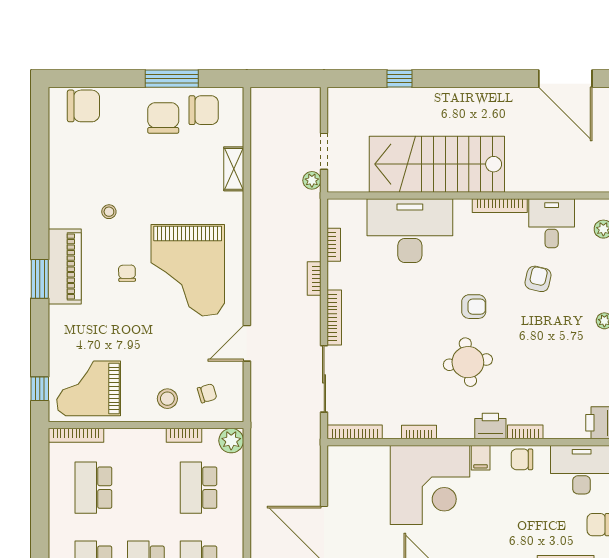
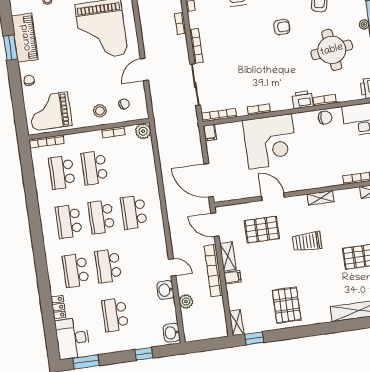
chair: (127, 273) -> (29, 80), moved
round table: (468, 362) -> (332, 50), moved, width x1.36, depth x1.36
window: (40, 389) -> (20, 116), removed
filing cabinet: (481, 458) -> (210, 133), moved
chair: (522, 459) -> (325, 118), turned 180
school desk: (198, 488) -> (94, 168), moved

